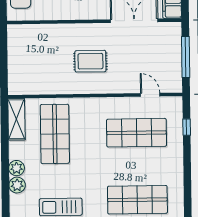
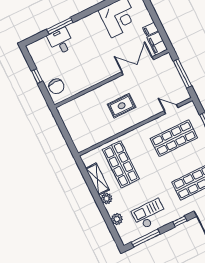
shelving: (16, 119) -> (97, 179), moved
plant: (17, 185) -> (117, 219), moved

